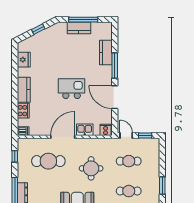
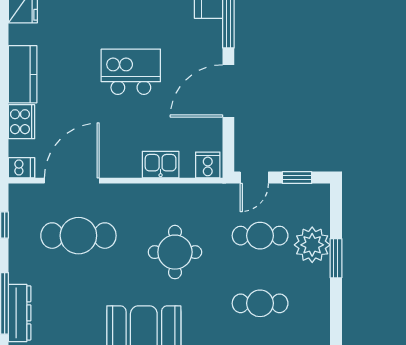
door: (115, 97) -> (228, 91), hinge flipped
door: (126, 135) -> (254, 178), swing flipped
door: (63, 137) -> (72, 181), moved
plant: (152, 165) -> (312, 245), added
window: (162, 186) -> (336, 258), moved

